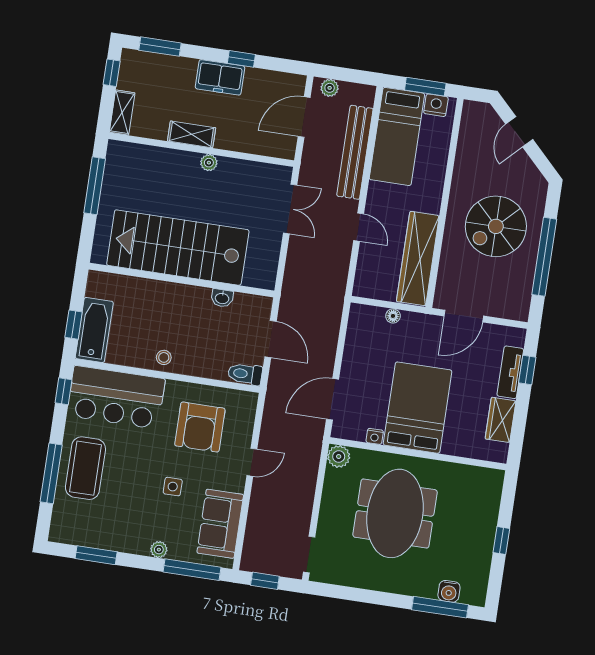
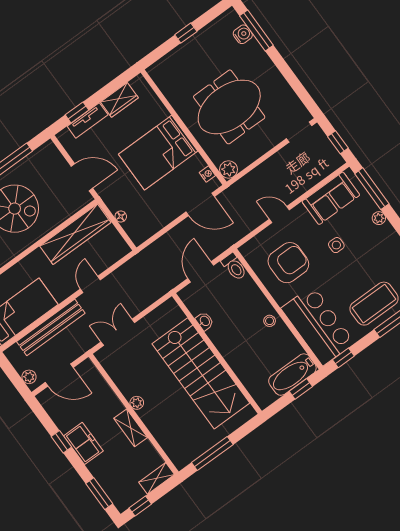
nightstand: (375, 436) -> (207, 174), moved

